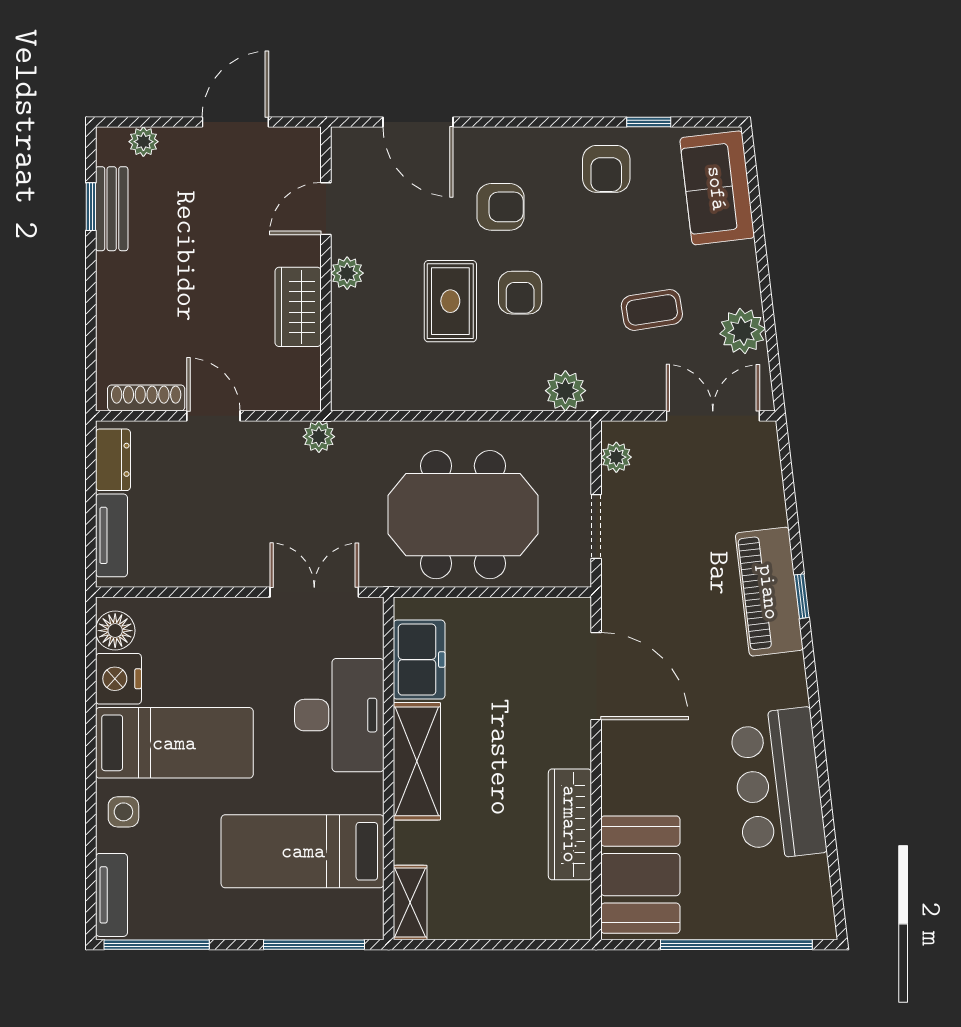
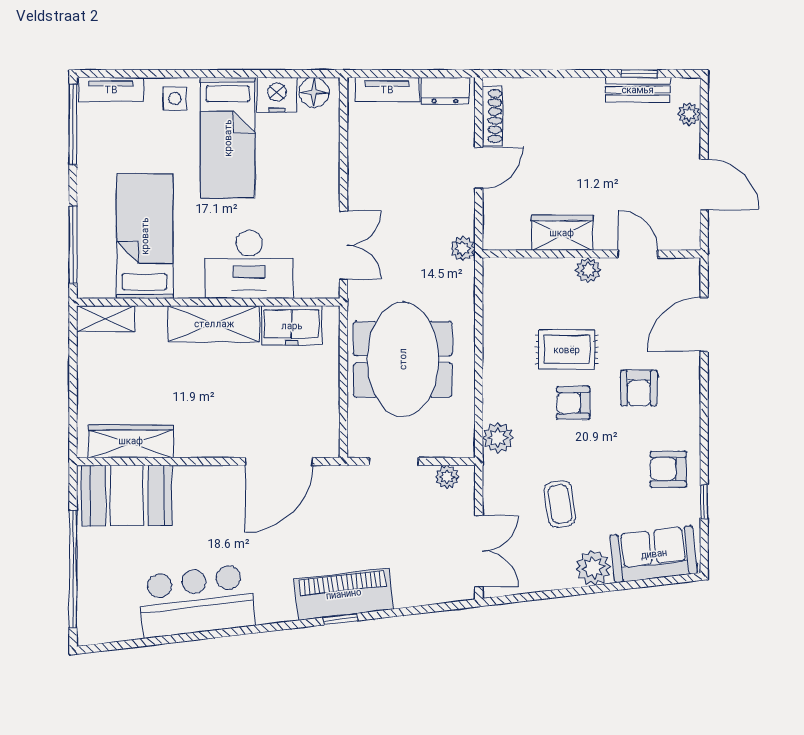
plant: (742, 331) -> (593, 568), moved
wardrobe: (570, 824) -> (131, 441), moved

